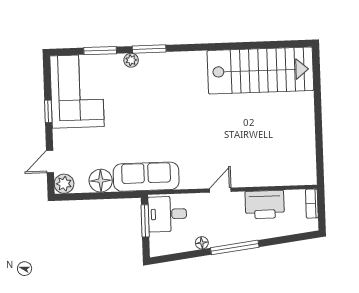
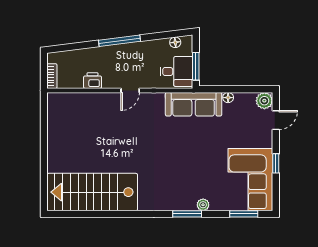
window: (100, 51) -> (244, 214), moved
floor lamp: (101, 181) -> (228, 98), width x0.53, depth x0.53
printer: (265, 204) -> (93, 81), width x0.53, depth x0.68
floor lamp: (202, 243) -> (175, 42), moved

